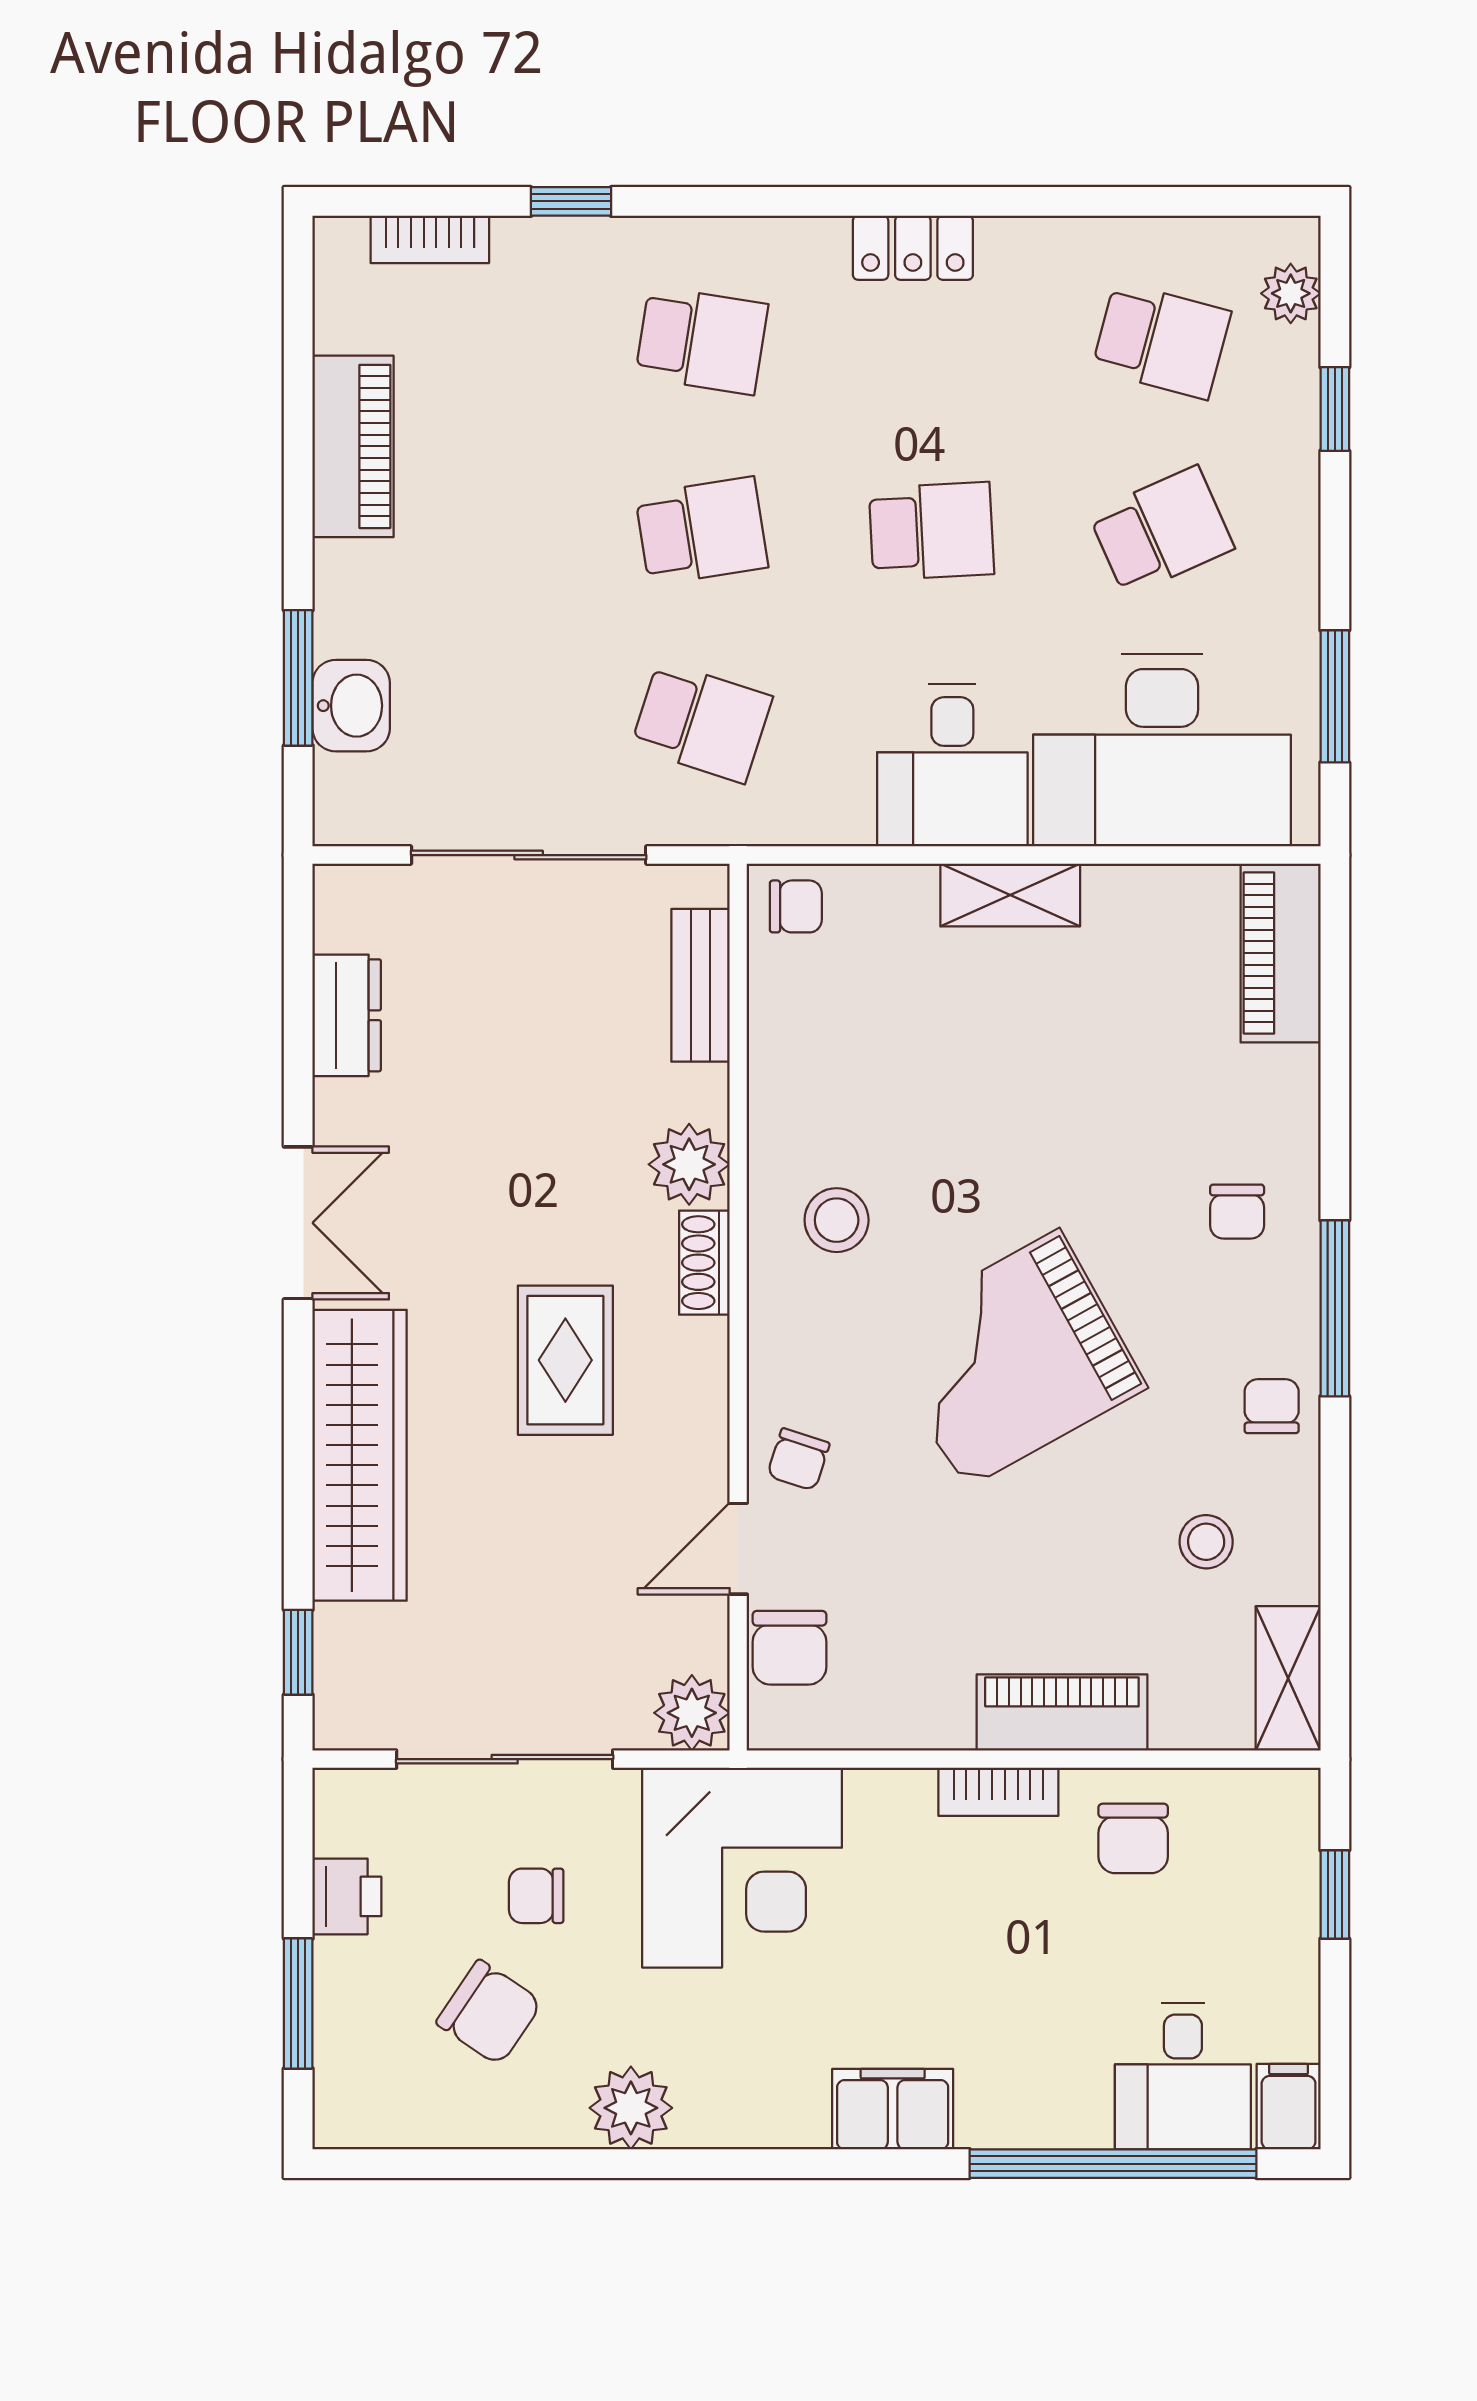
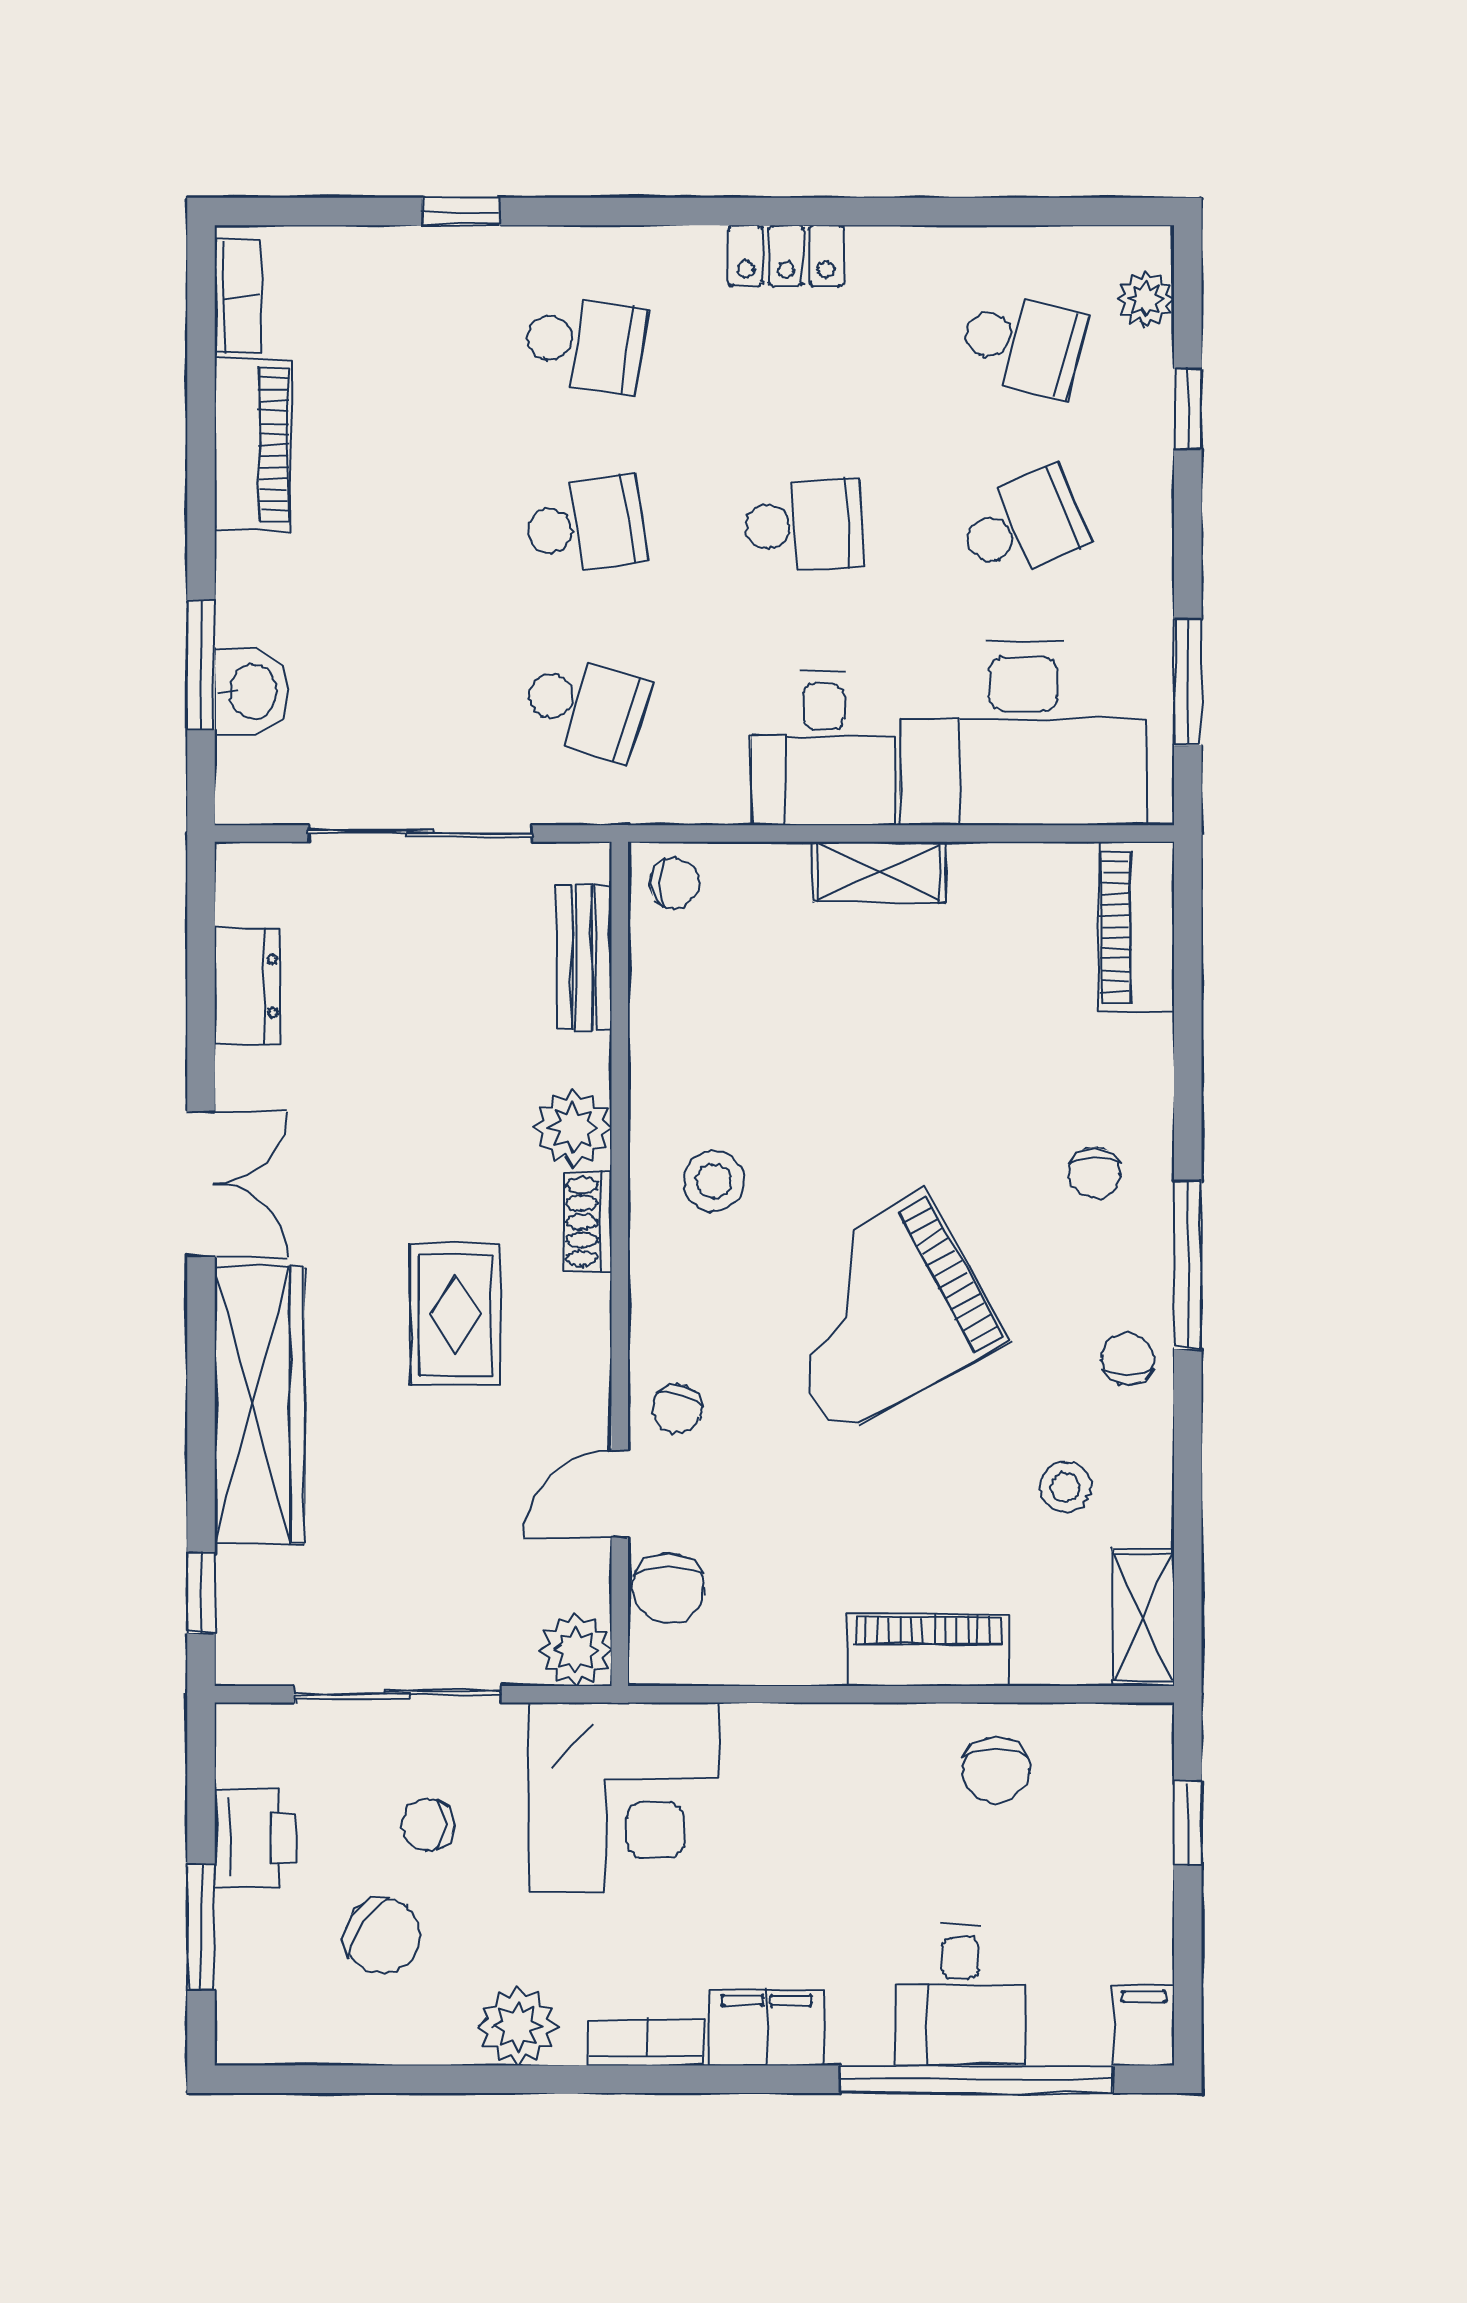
bookcase: (430, 239) -> (237, 297), moved, turned -90
bookcase: (998, 1792) -> (647, 2043), moved, turned 180
printer: (347, 1896) -> (255, 1838), width x1.36, depth x1.24
desk: (1183, 2076) -> (961, 1996), moved

